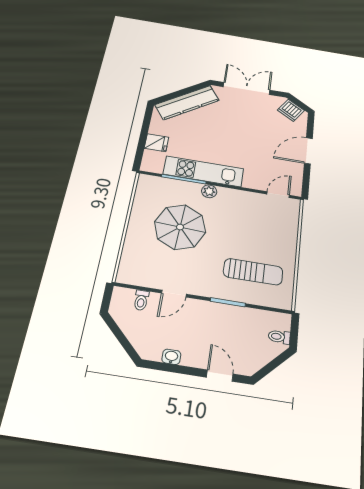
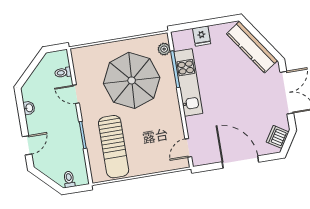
door: (308, 151) -> (240, 162), width x1.36
plant: (209, 191) -> (164, 49), moved
door: (278, 195) -> (188, 148), swing flipped
parasol: (180, 227) -> (132, 80), width x1.36, depth x1.36
sun lounger: (253, 272) -> (114, 147), width x1.36, depth x1.34

